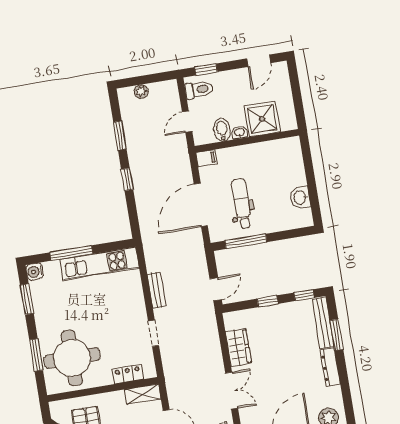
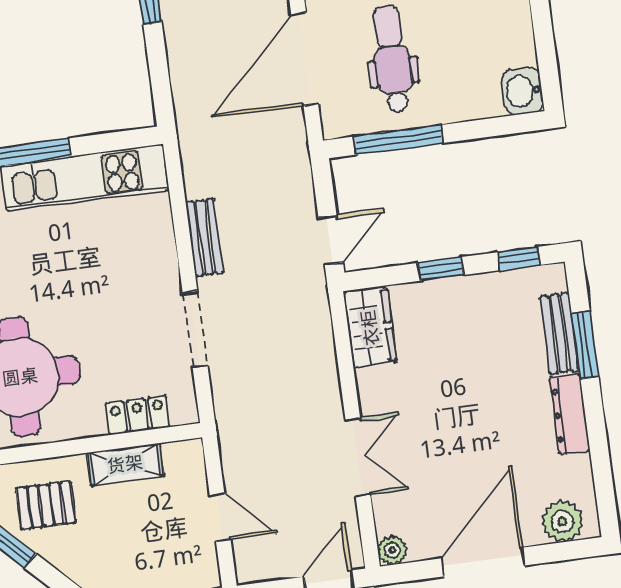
washbasin: (300, 198) -> (522, 91), moved
bench: (323, 323) -> (559, 333), width x0.73
doorway: (153, 333) -> (195, 330), width x1.38
wardrobe: (238, 348) -> (370, 328), moved
shelving: (143, 394) -> (125, 464), moved

